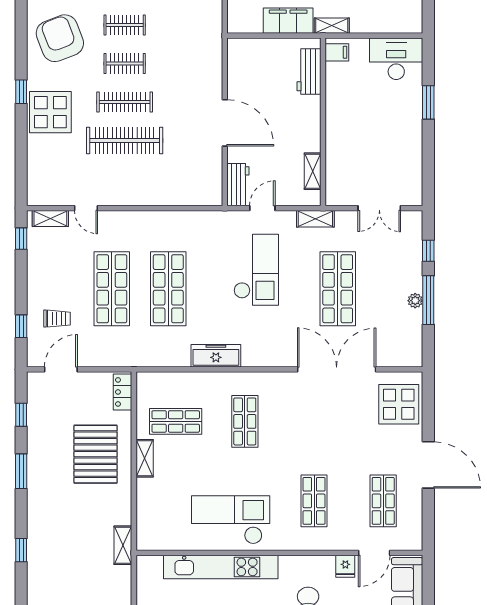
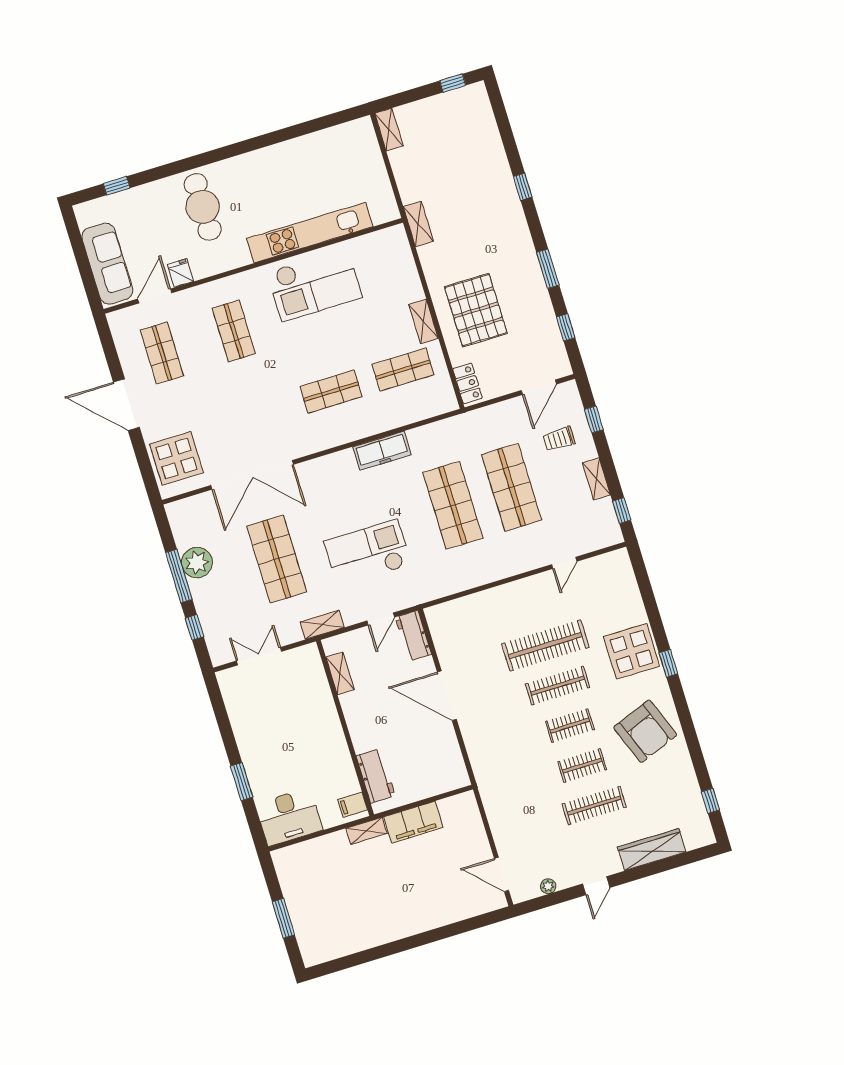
door: (86, 208) -> (564, 563), swing flipped
shelving: (50, 218) -> (596, 479), moved, turned 90
checkout: (256, 270) -> (367, 553), turned 90
plant: (415, 301) -> (197, 563), width x1.87, depth x1.87
shop shelf: (245, 421) -> (331, 392), turned 90

